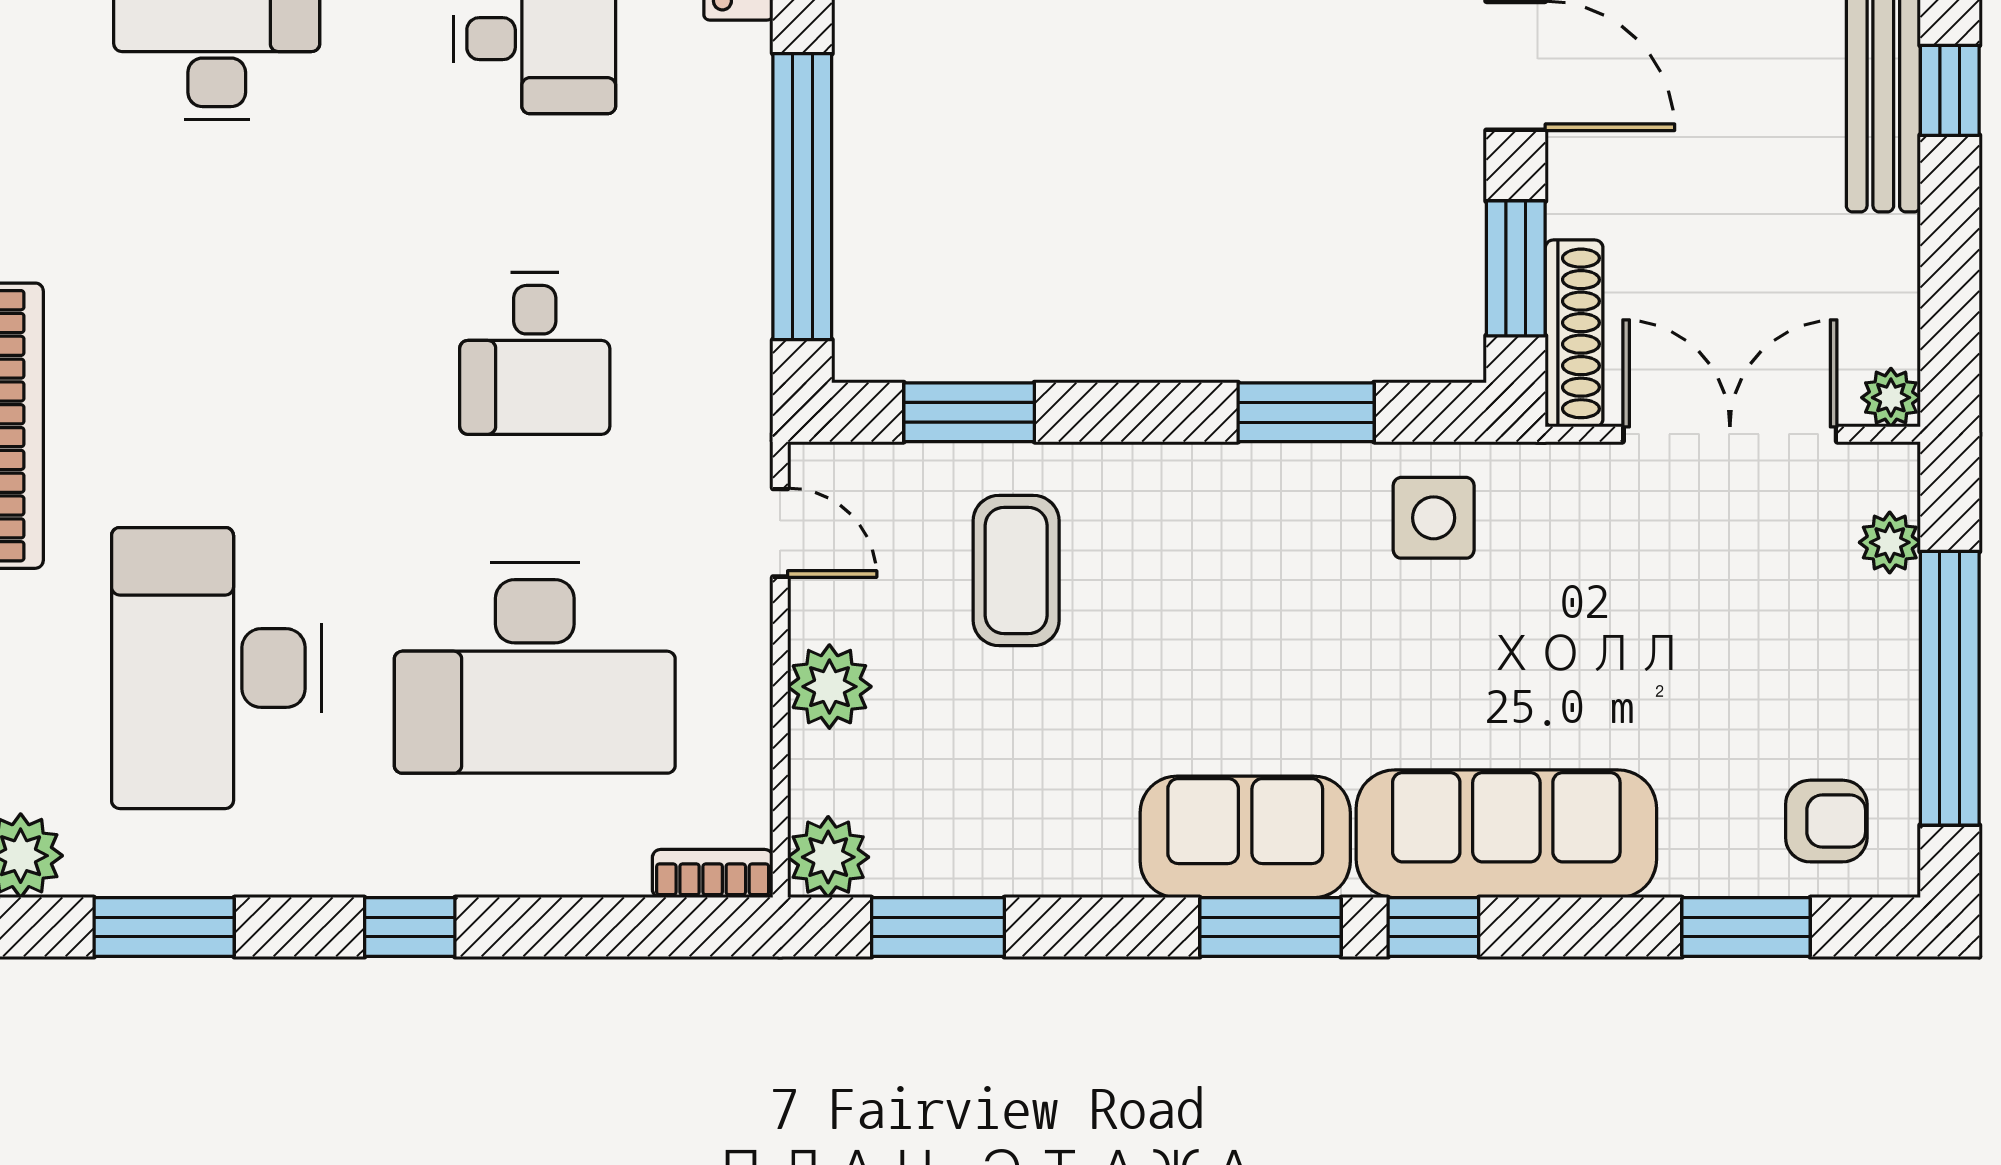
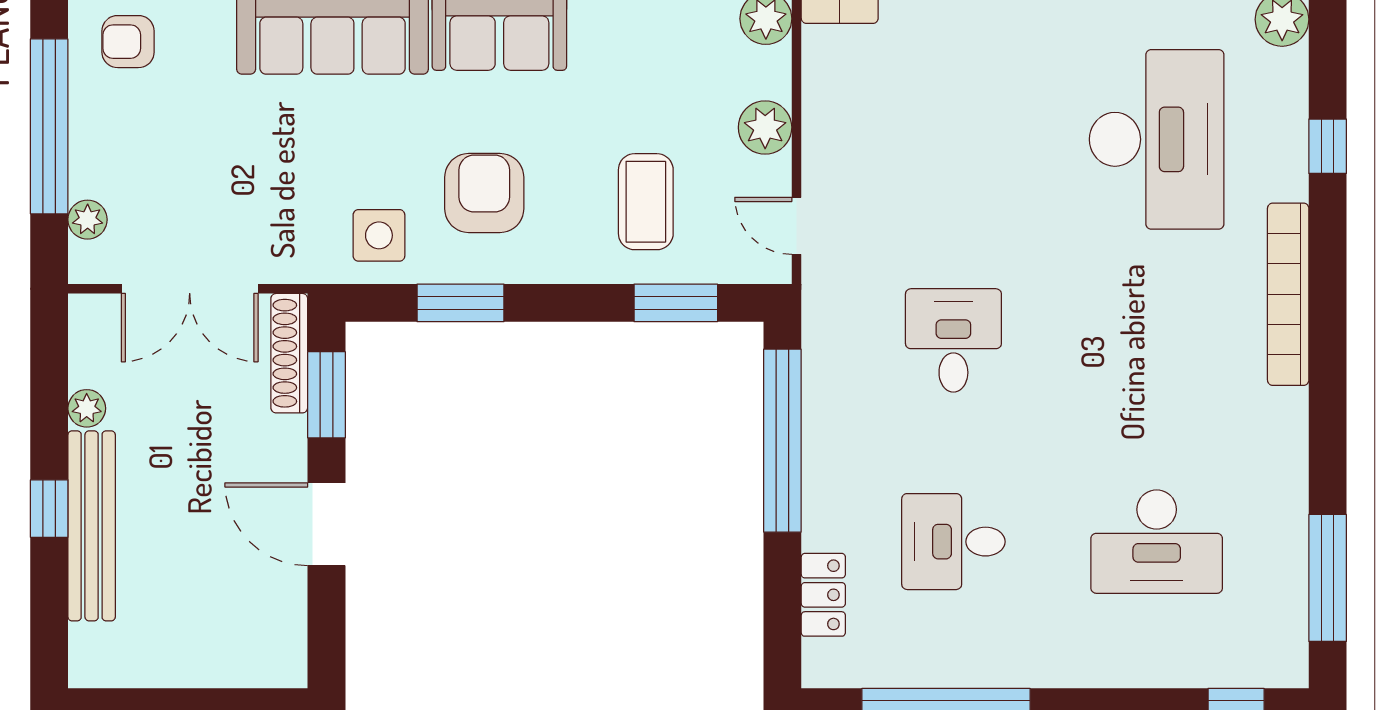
plant: (1891, 398) -> (87, 408), moved
armchair: (1269, 584) -> (484, 193), added
desk: (535, 668) -> (953, 139), removed

